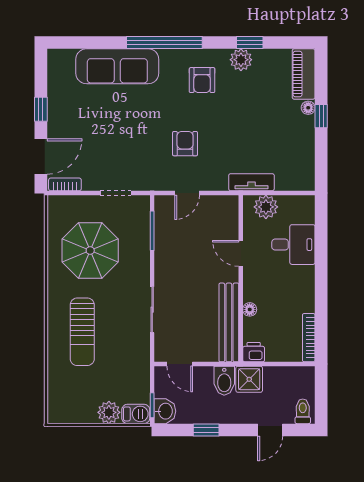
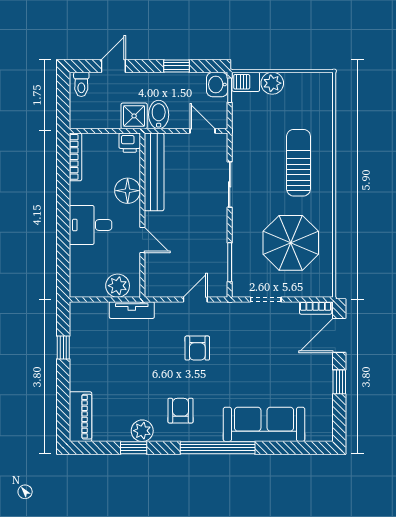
floor lamp: (308, 108) -> (76, 383), removed
window: (321, 116) -> (63, 347), moved
desk: (293, 245) -> (90, 225), moved
floor lamp: (250, 309) -> (128, 191), width x1.89, depth x1.89

